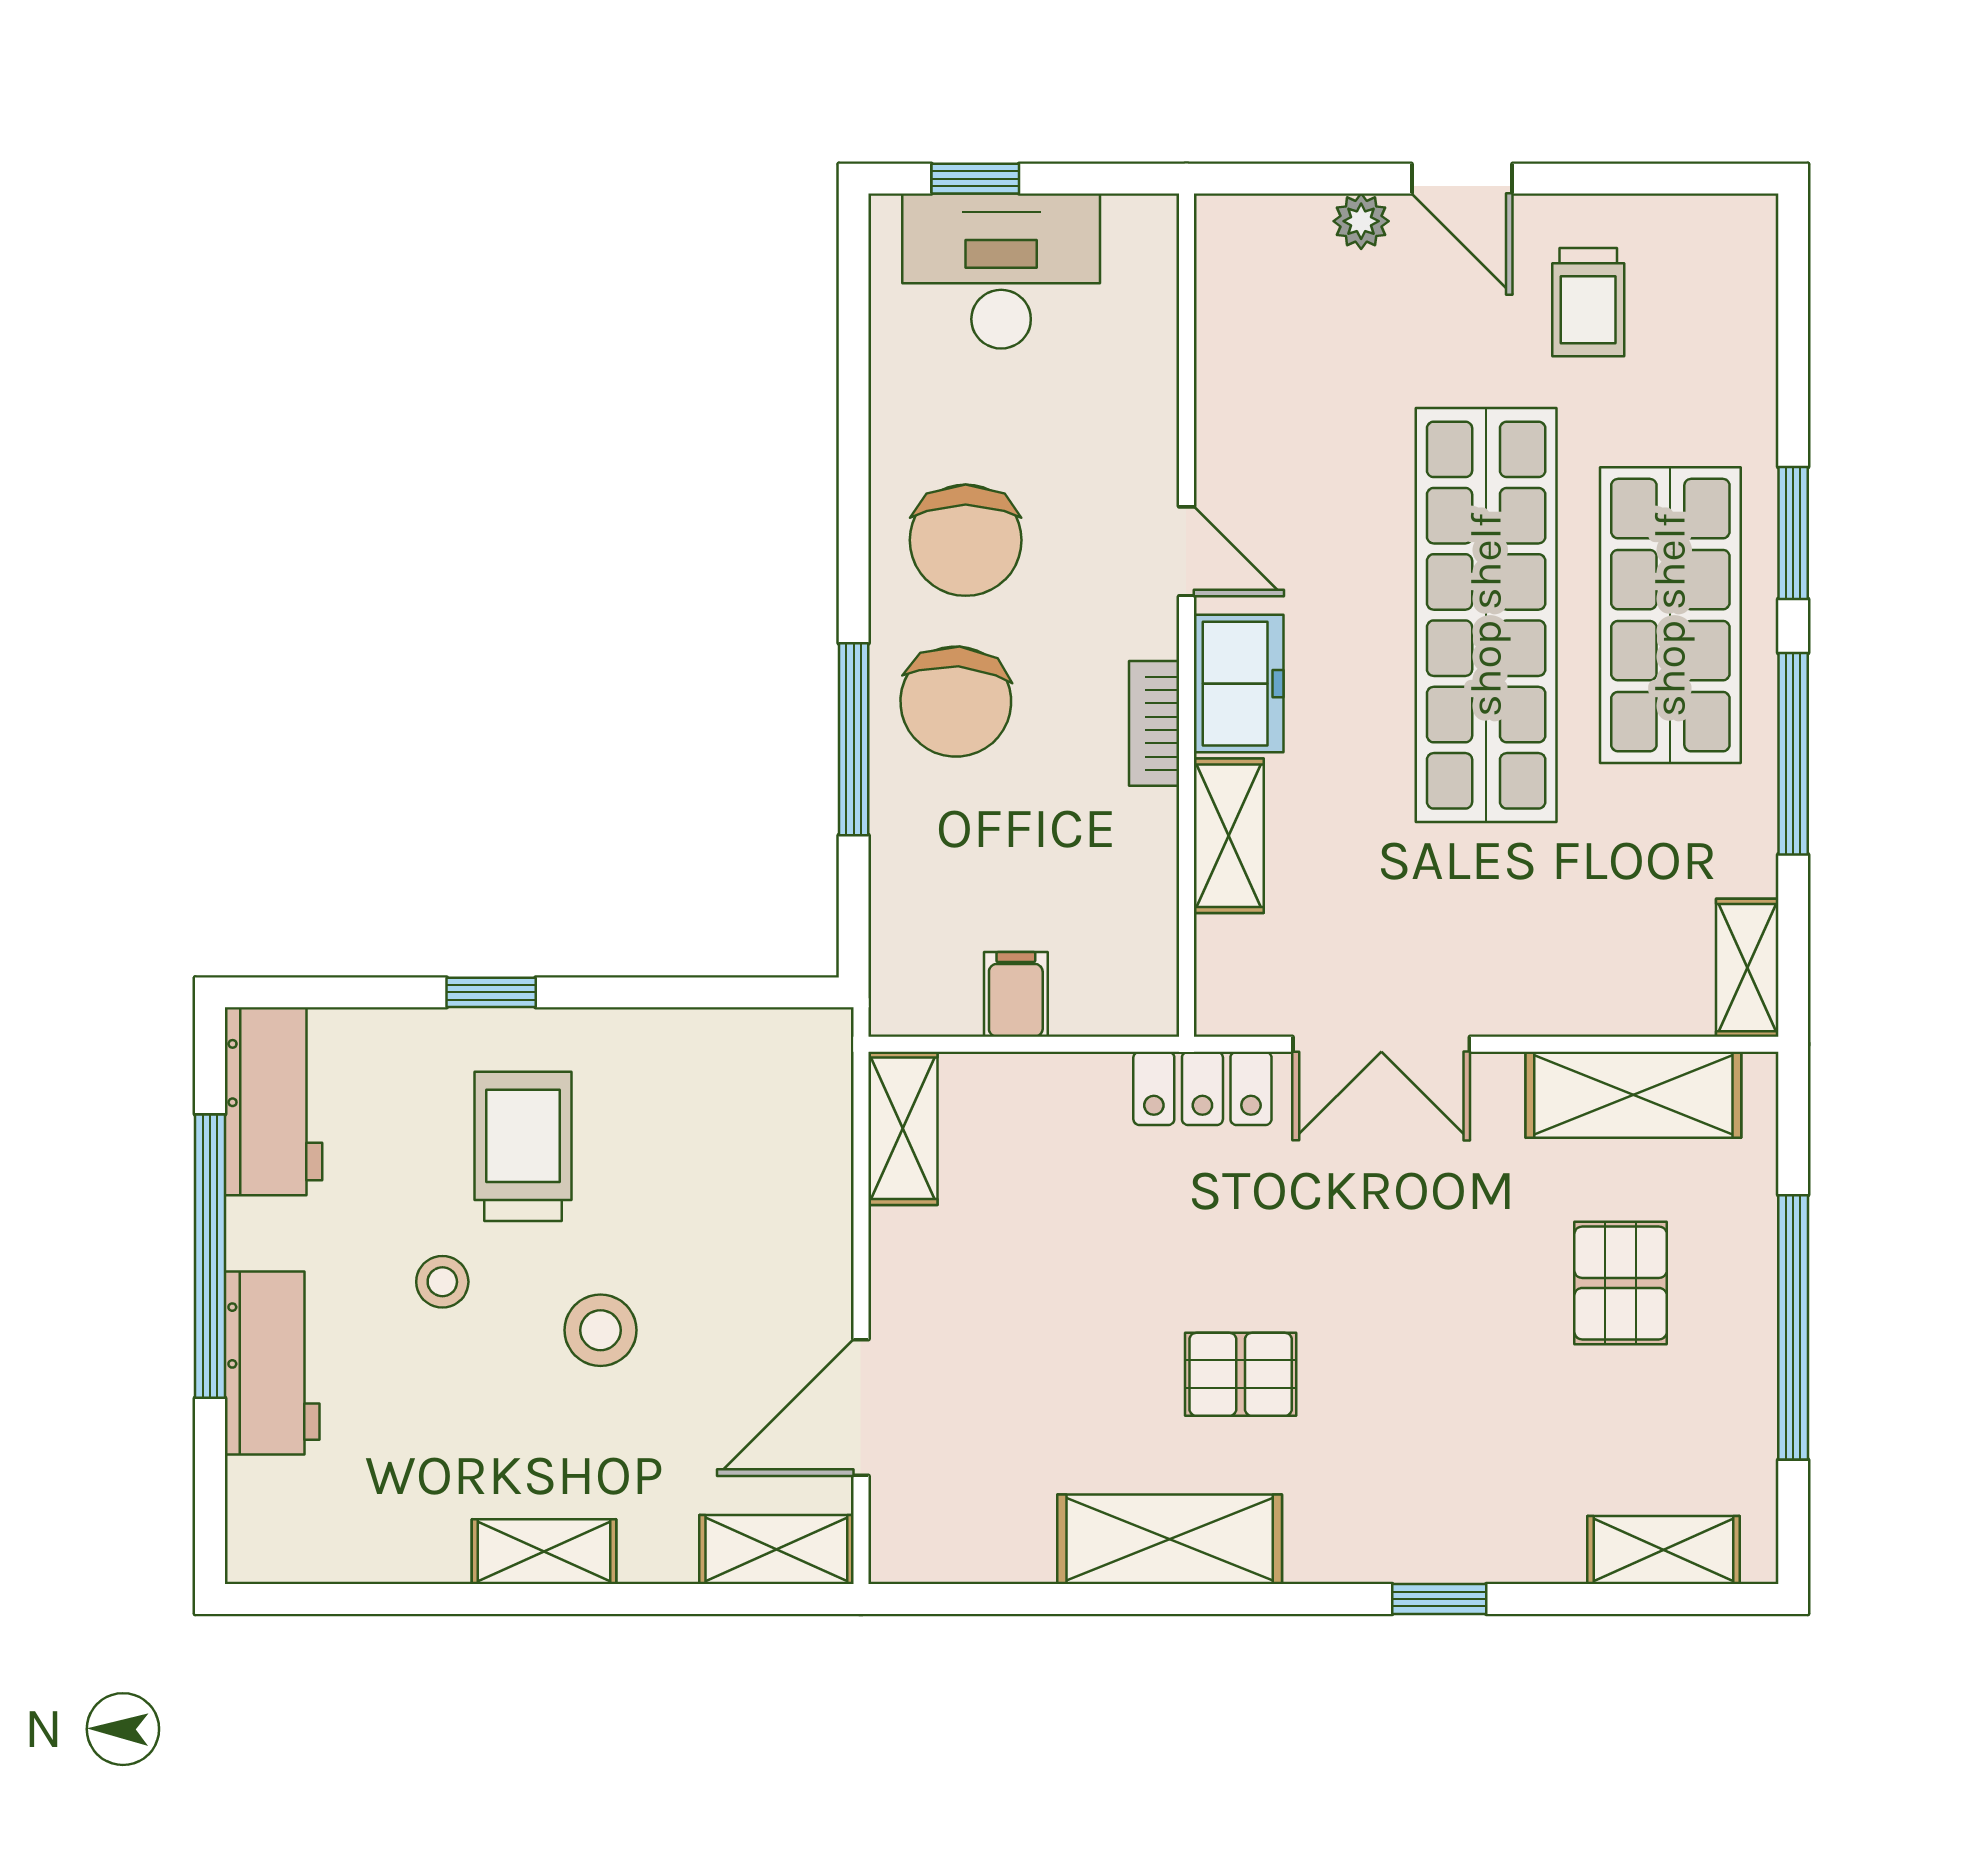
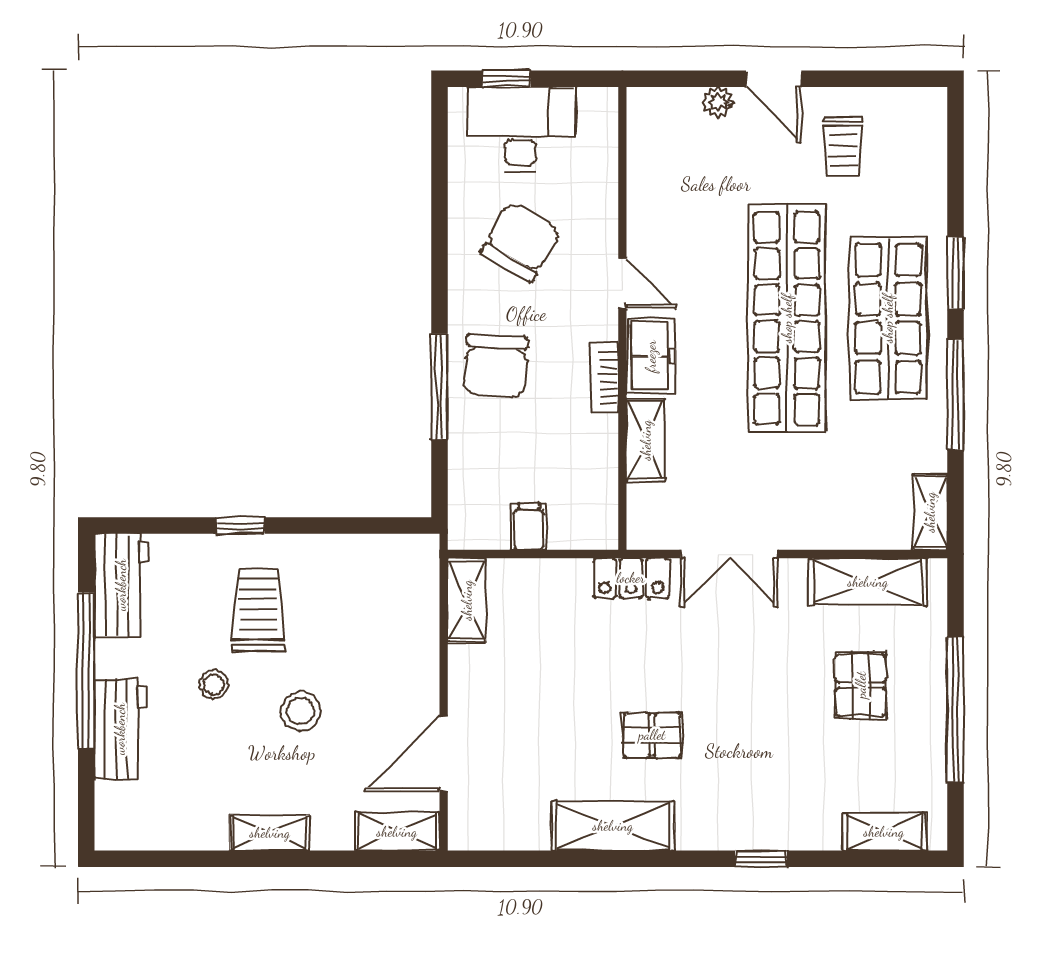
chair: (966, 540) -> (521, 242), moved, turned -150

